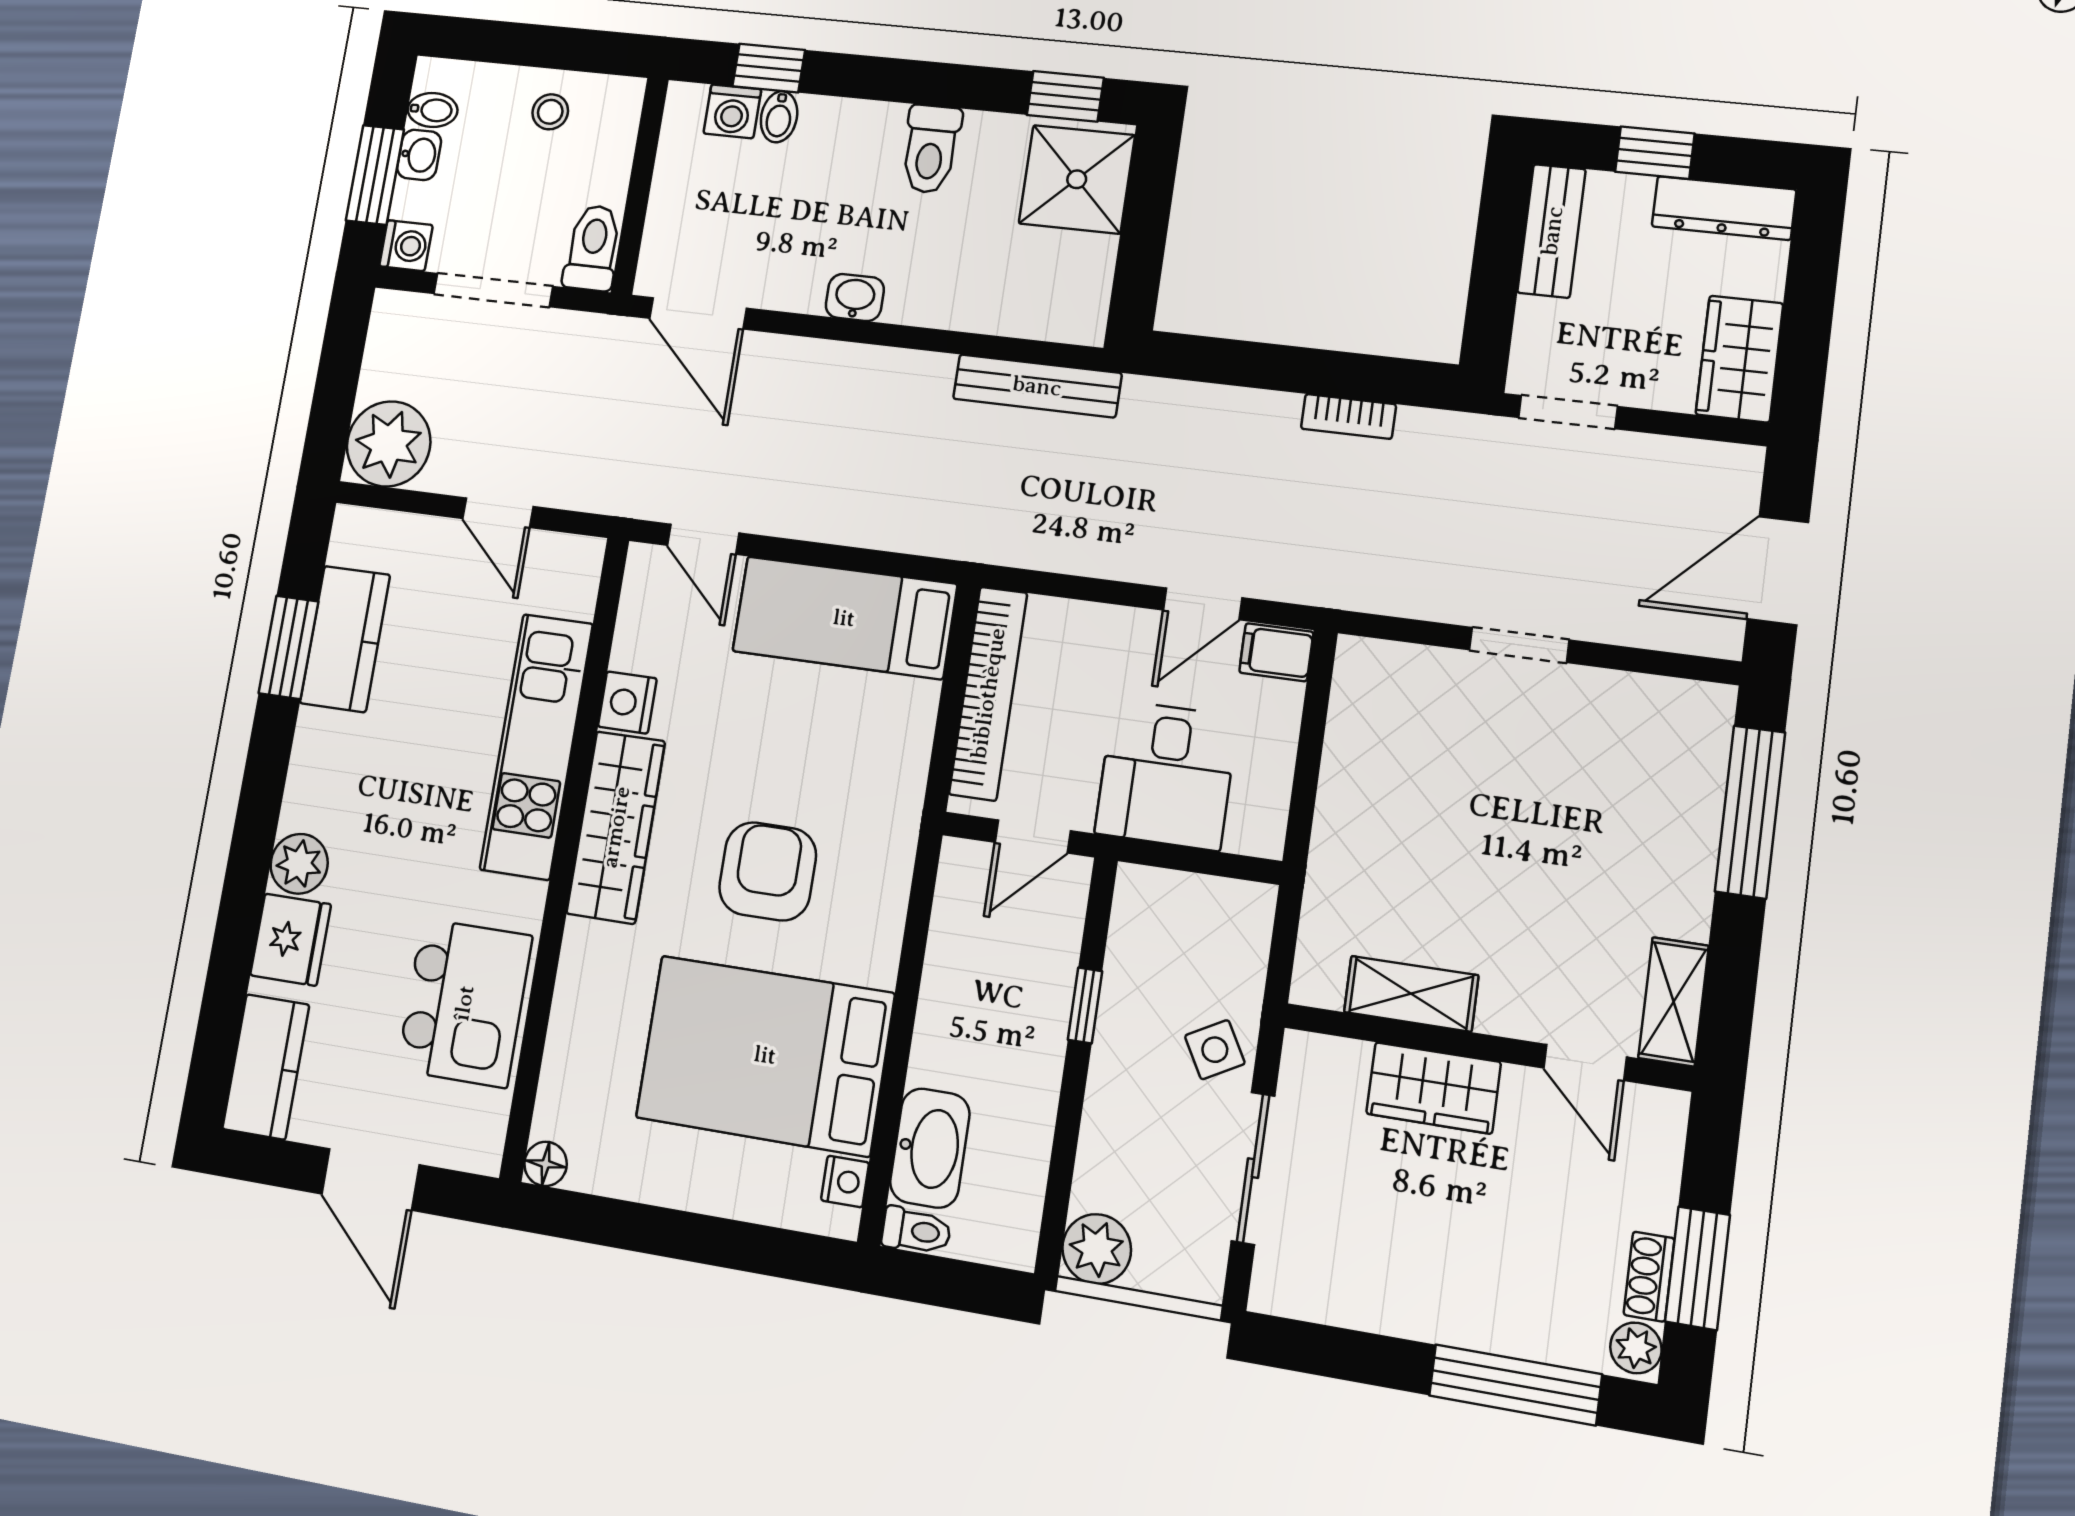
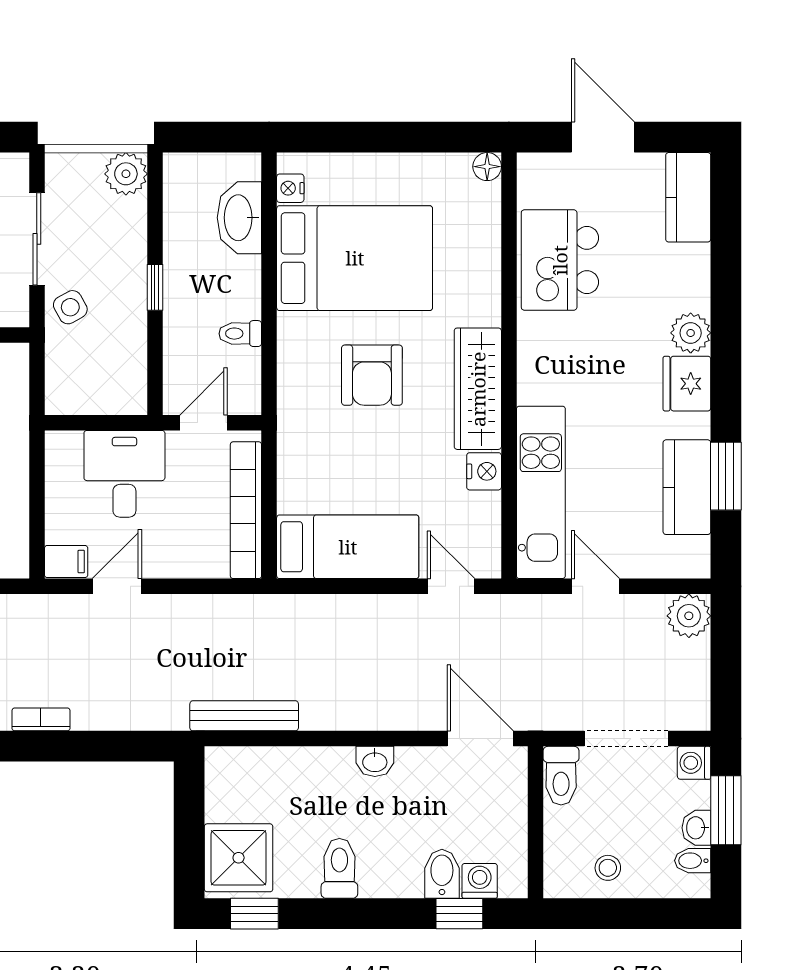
bidet: (779, 117) -> (442, 874), width x1.38, depth x1.36
plant: (389, 444) -> (689, 616), width x0.73, depth x0.73
kitchen unit: (536, 746) -> (541, 492), moved
fridge: (291, 940) -> (687, 384), moved
window: (1085, 1005) -> (155, 287), moved
toilet: (916, 1231) -> (240, 334), moved

